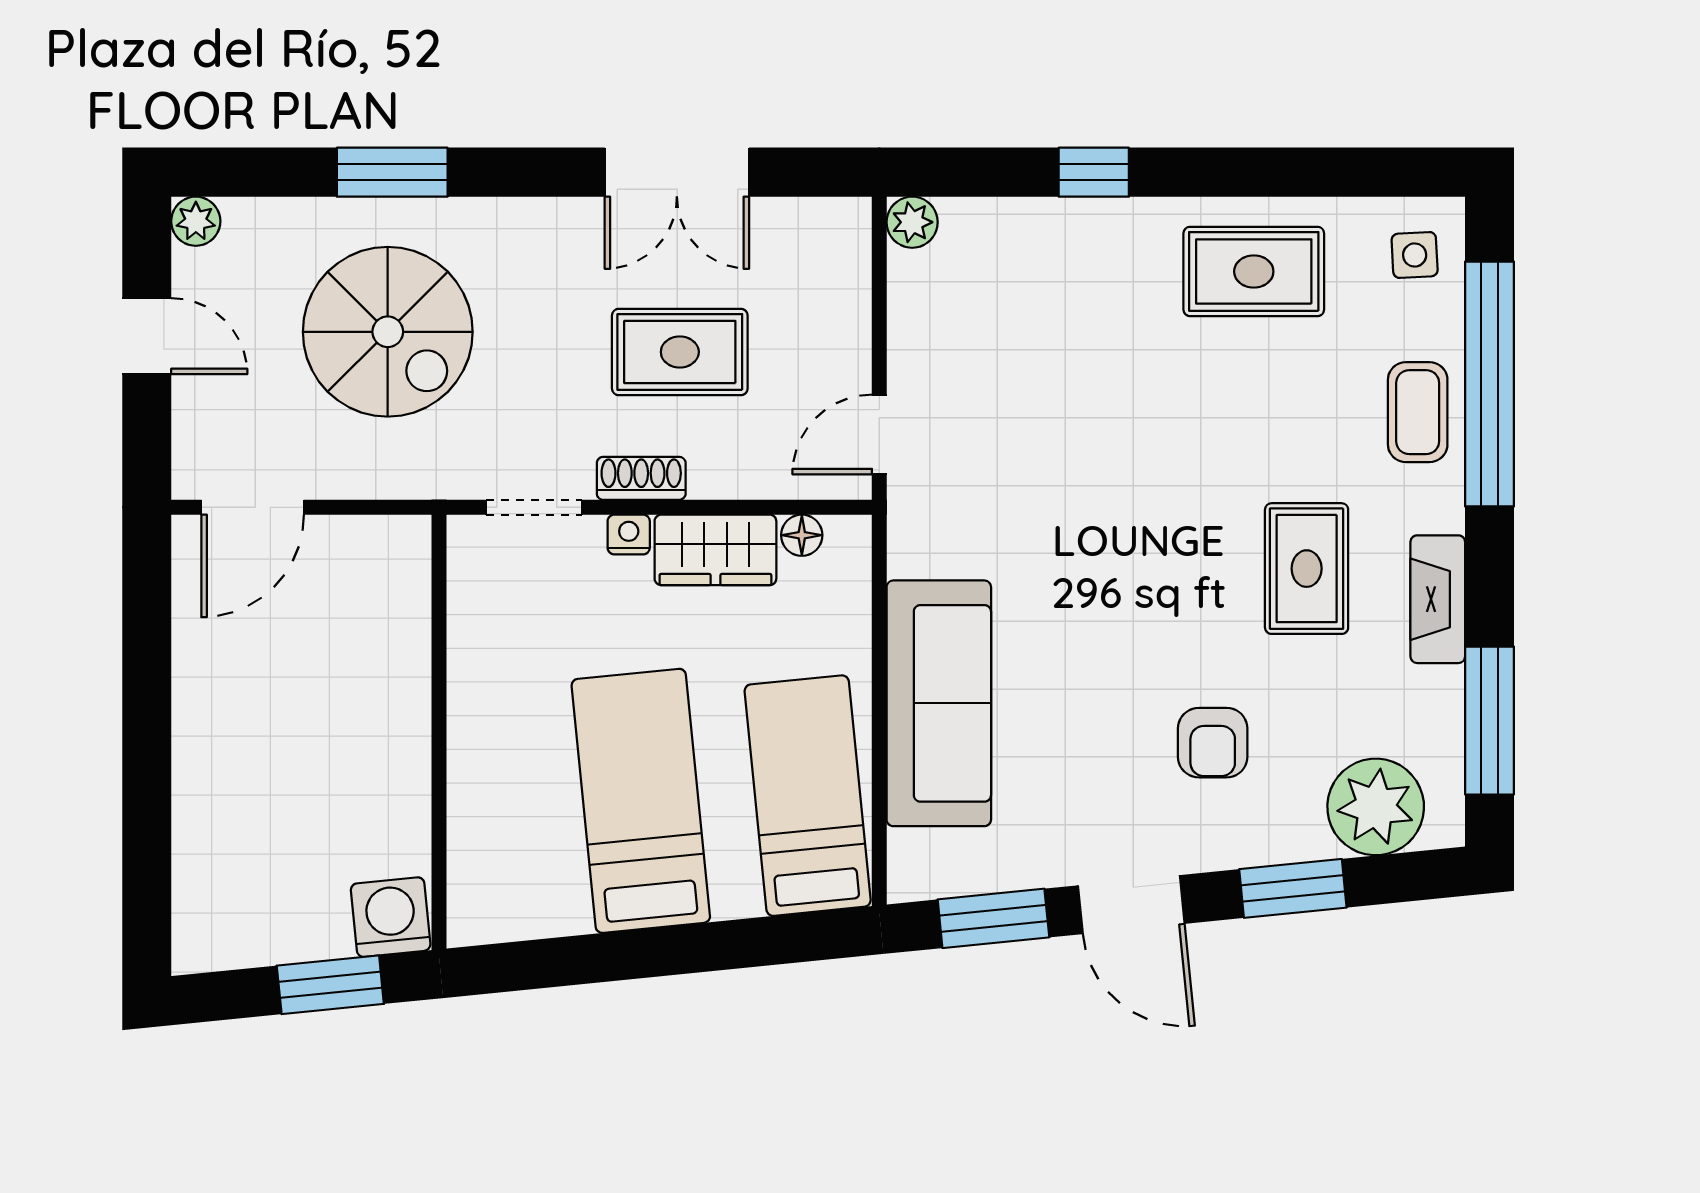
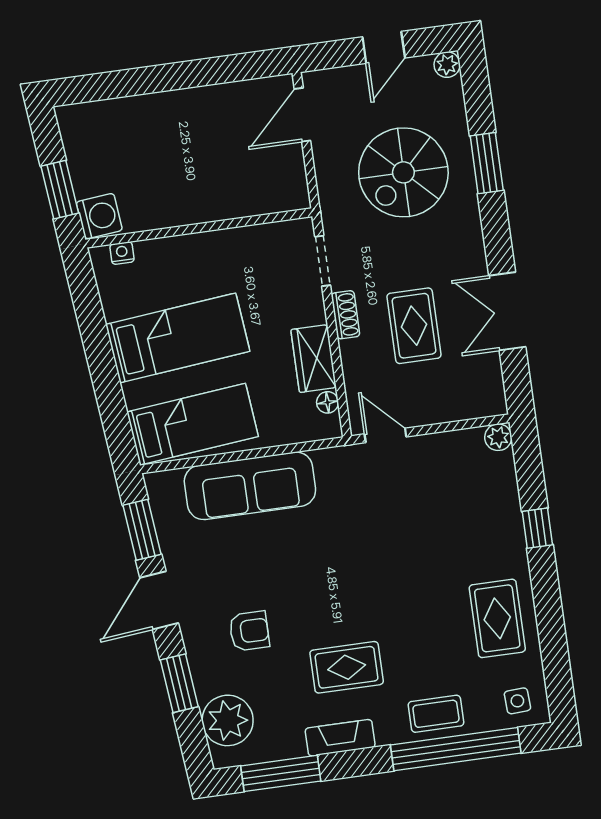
door: (253, 507) -> (302, 115), hinge flipped
nightstand: (629, 534) -> (122, 253), moved, turned -90
armchair: (1213, 743) -> (249, 631), turned 180

